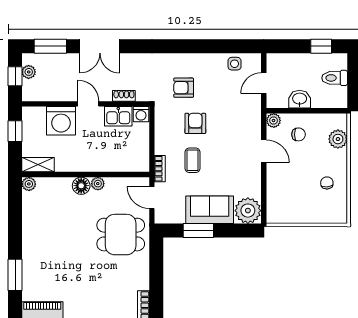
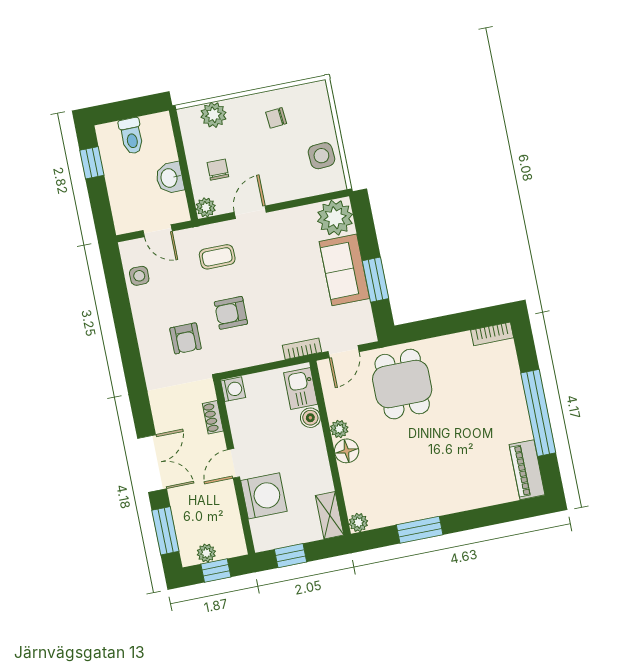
kitchen sink: (118, 116) -> (301, 388), moved, turned 180
coffee table: (192, 160) -> (217, 257), moved
boiler: (110, 165) -> (310, 418), added
side table: (294, 210) -> (321, 156), added
window: (15, 275) -> (420, 530), moved

